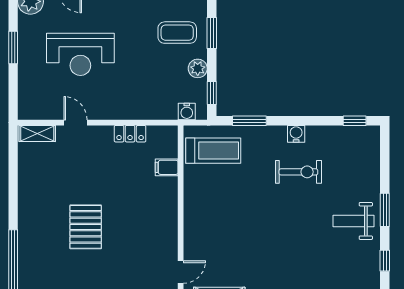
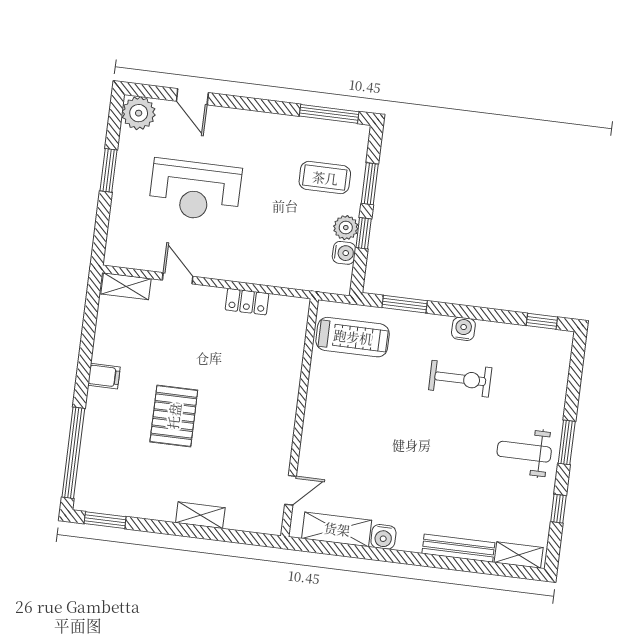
window: (212, 93) -> (364, 233), moved
water cooler: (187, 111) -> (344, 253), moved, turned -90
filing cabinet: (167, 167) -> (104, 376), moved, turned 180

